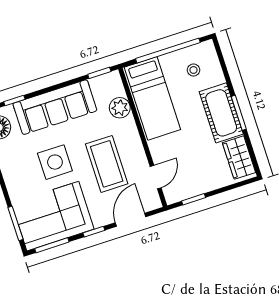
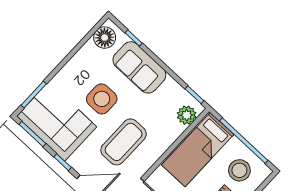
stool: (194, 70) -> (239, 170), width x1.89, depth x1.89
sofa: (55, 107) -> (139, 67), width x0.73
plant: (120, 108) -> (187, 115), moved

